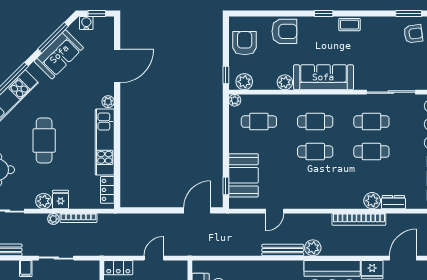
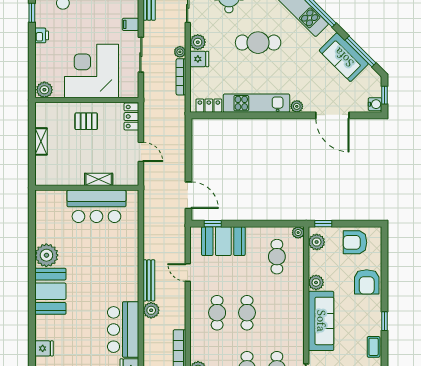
water cooler: (86, 23) -> (375, 104), moved
armchair: (245, 43) -> (355, 242), turned 180
cafe table: (315, 122) -> (217, 313), moved

